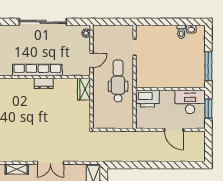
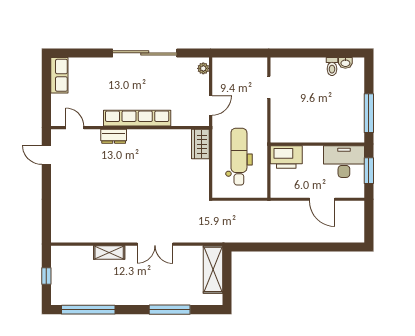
dental chair: (118, 81) -> (239, 157), moved
dresser: (44, 83) -> (114, 136), moved

